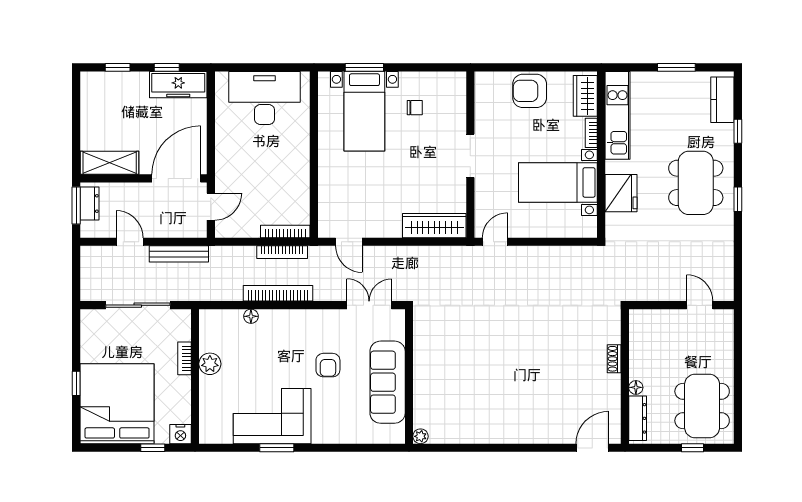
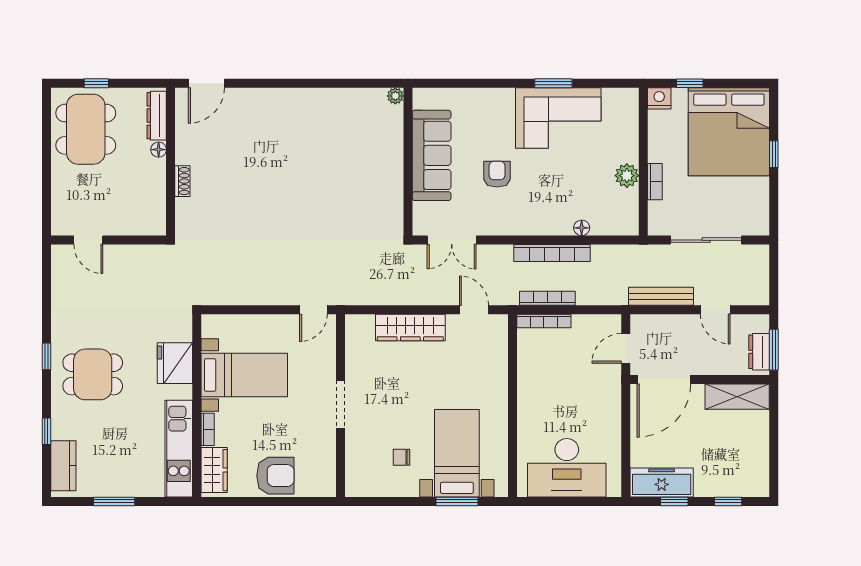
dining table: (696, 183) -> (93, 374), width x0.73
wardrobe: (434, 226) -> (410, 328), moved

